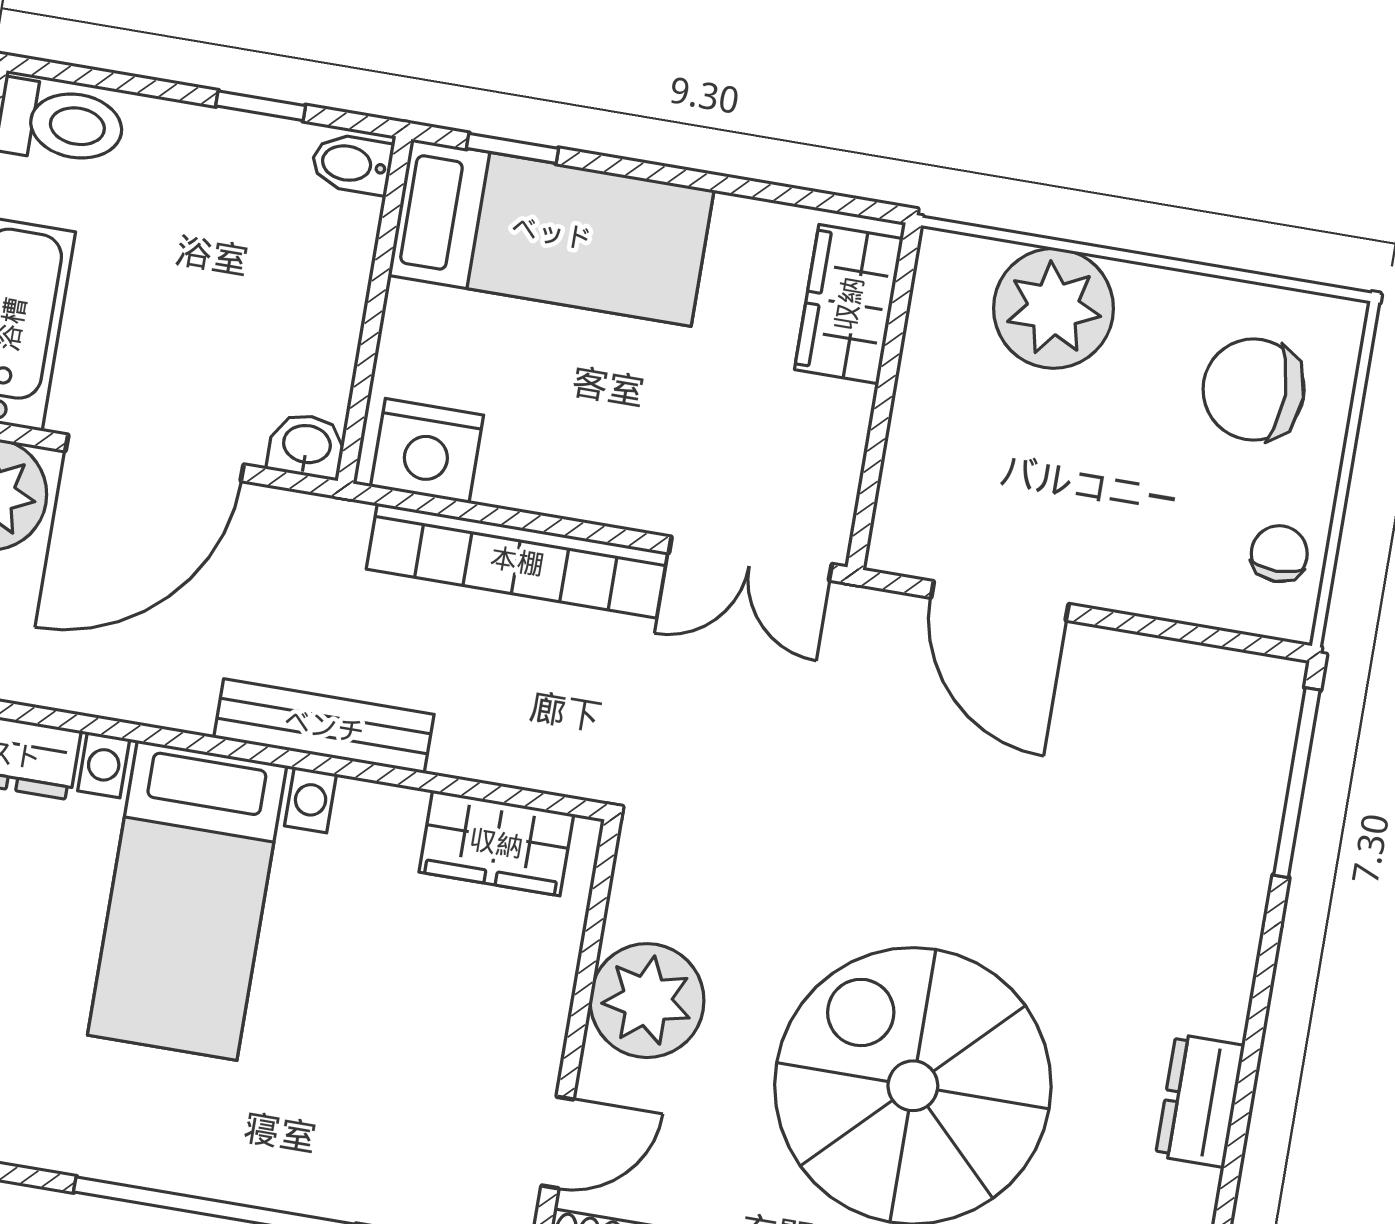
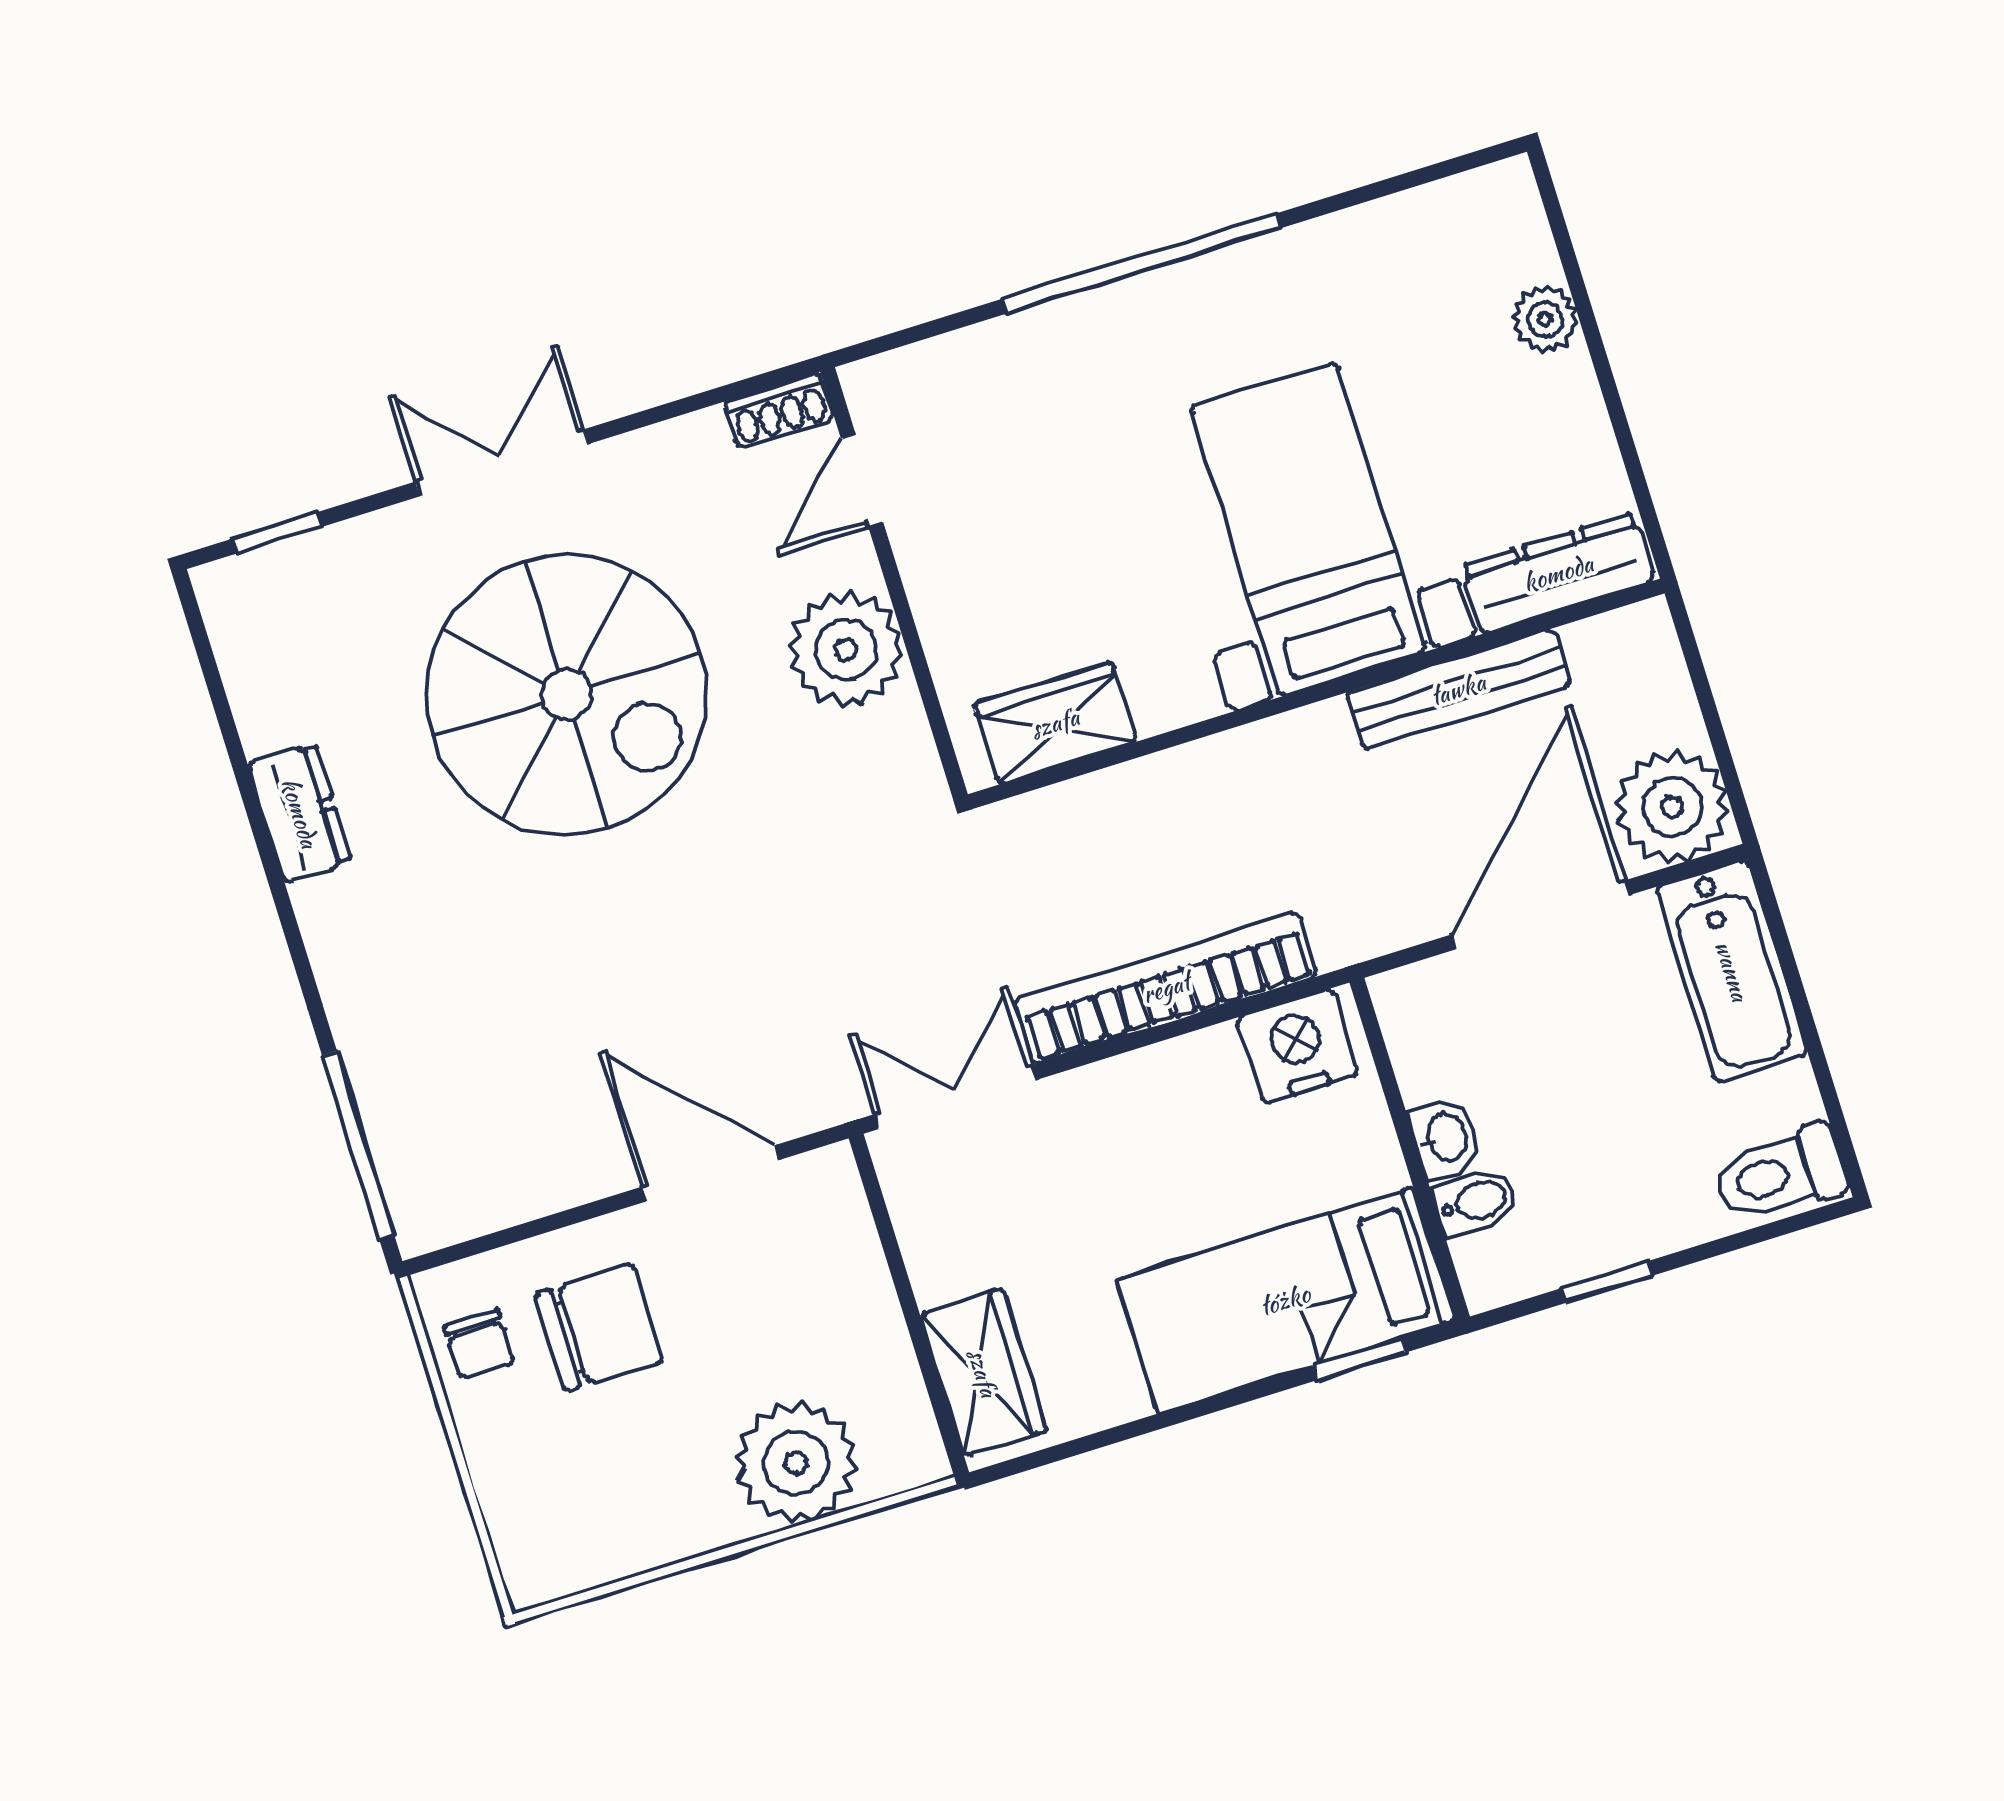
bidet: (352, 164) -> (1476, 1202), moved
chair: (1254, 390) -> (599, 1327), moved
washbasin: (307, 446) -> (1446, 1138), moved, turned -90
bench: (324, 726) -> (1458, 689), moved

